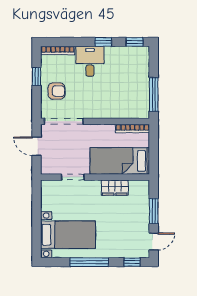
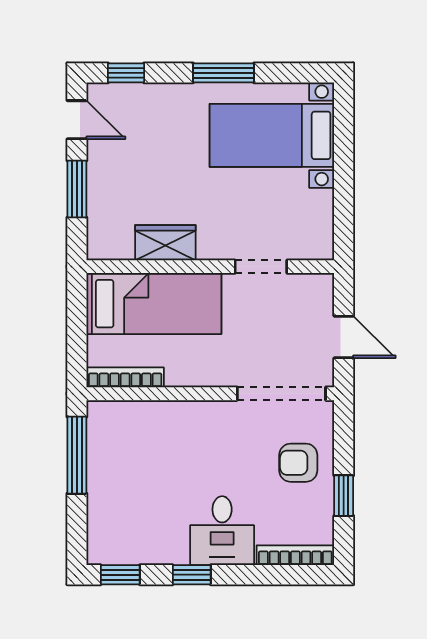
door: (154, 242) -> (77, 120), swing flipped
window: (89, 262) -> (223, 73), width x0.69

